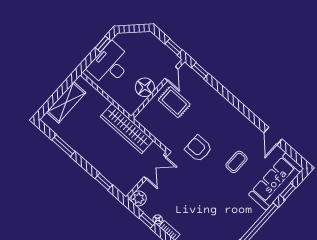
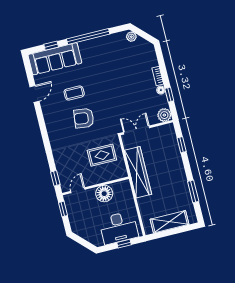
window: (103, 44) -> (124, 244), moved
rug: (174, 102) -> (102, 155), moved, turned 90
armchair: (198, 149) -> (84, 118), moved, turned 97

